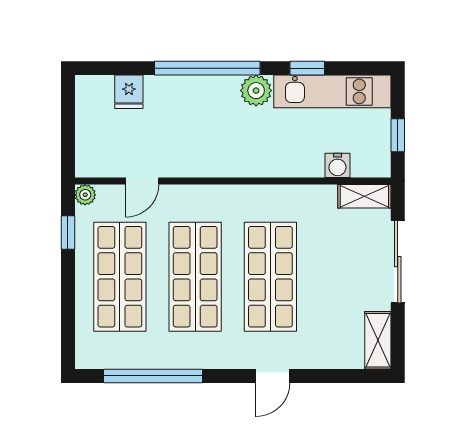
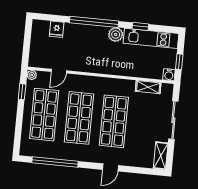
water cooler: (337, 165) -> (169, 75), moved
shelving: (364, 196) -> (148, 87), moved

